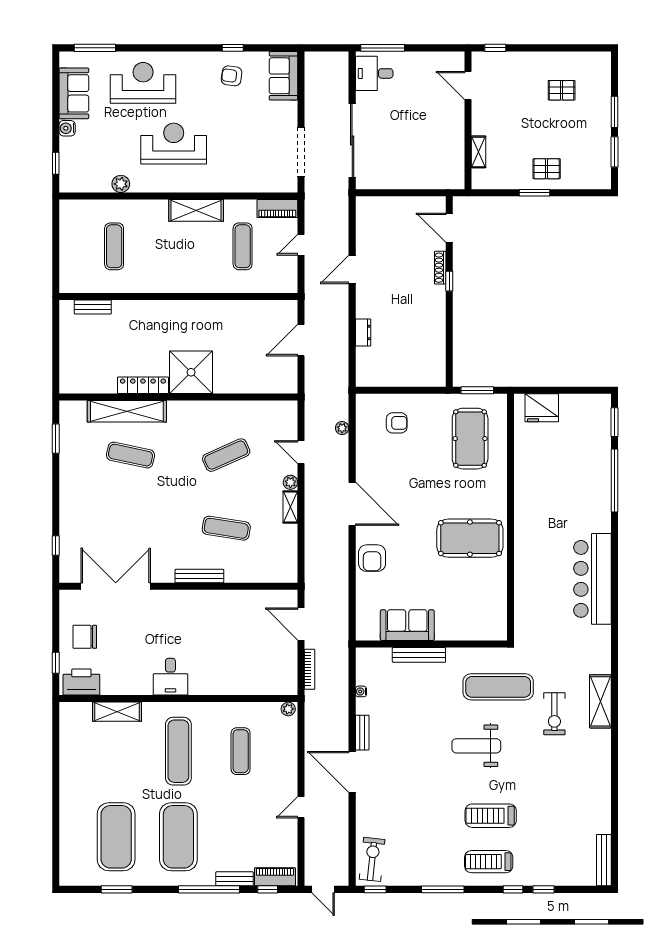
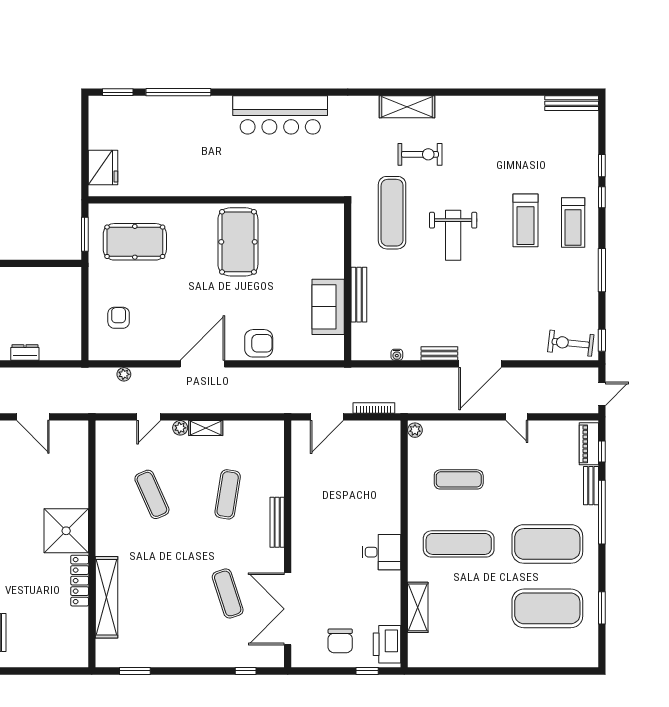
exercise mat: (131, 455) -> (228, 593), moved, turned -30

